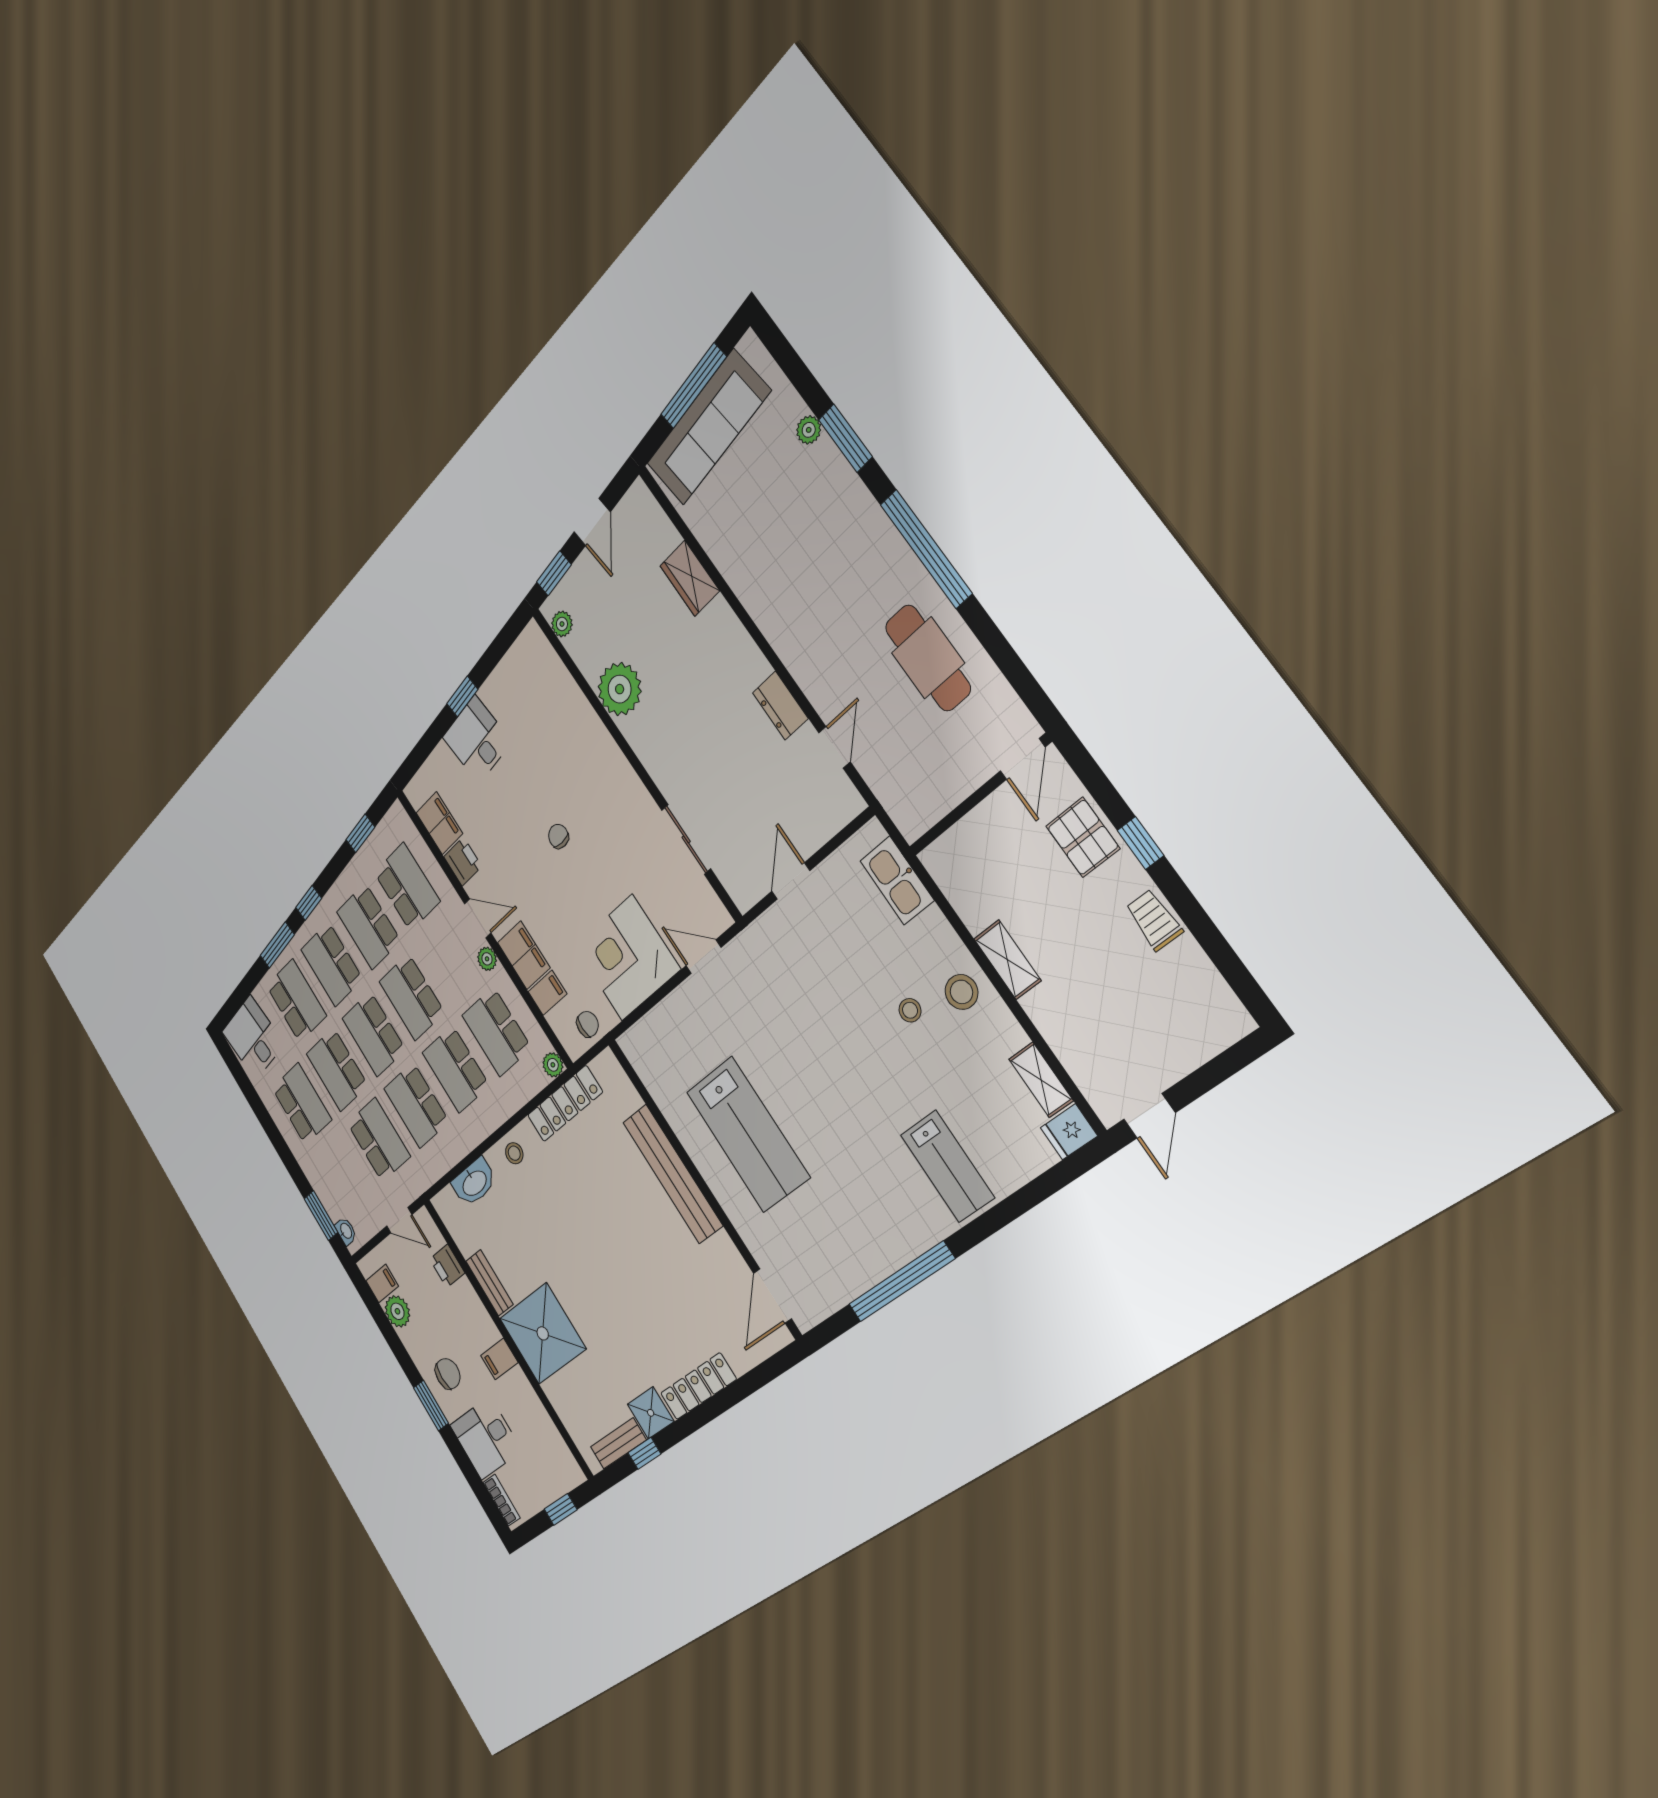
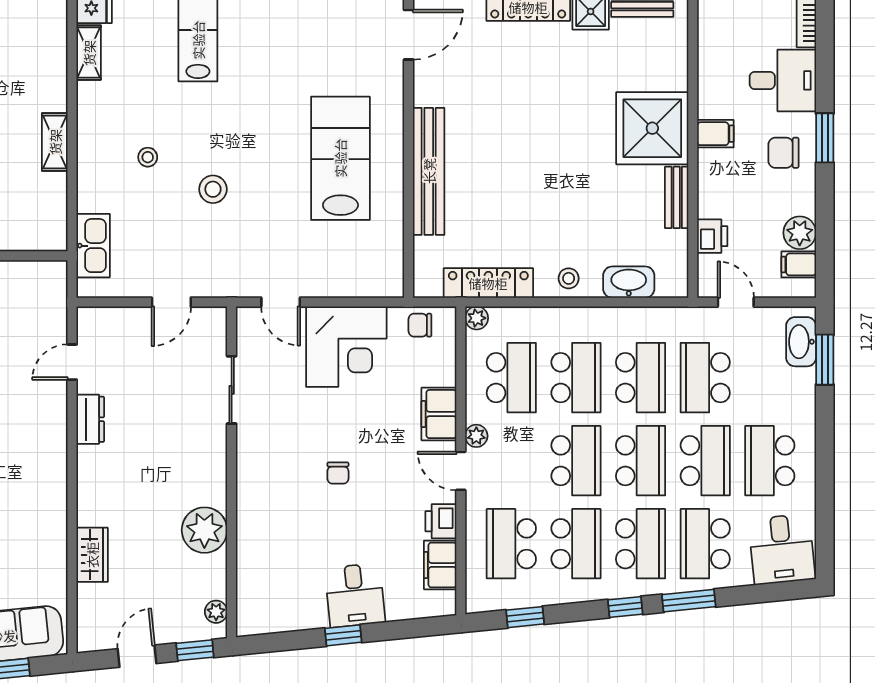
stool: (961, 992) -> (213, 189), moved
filing cabinet: (547, 993) -> (439, 372), removed
washbasin: (346, 1231) -> (801, 342), width x1.91, depth x1.45

